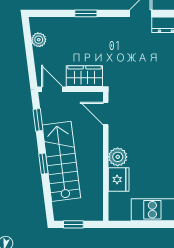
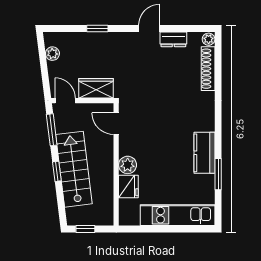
window: (38, 120) -> (52, 130), width x1.50

